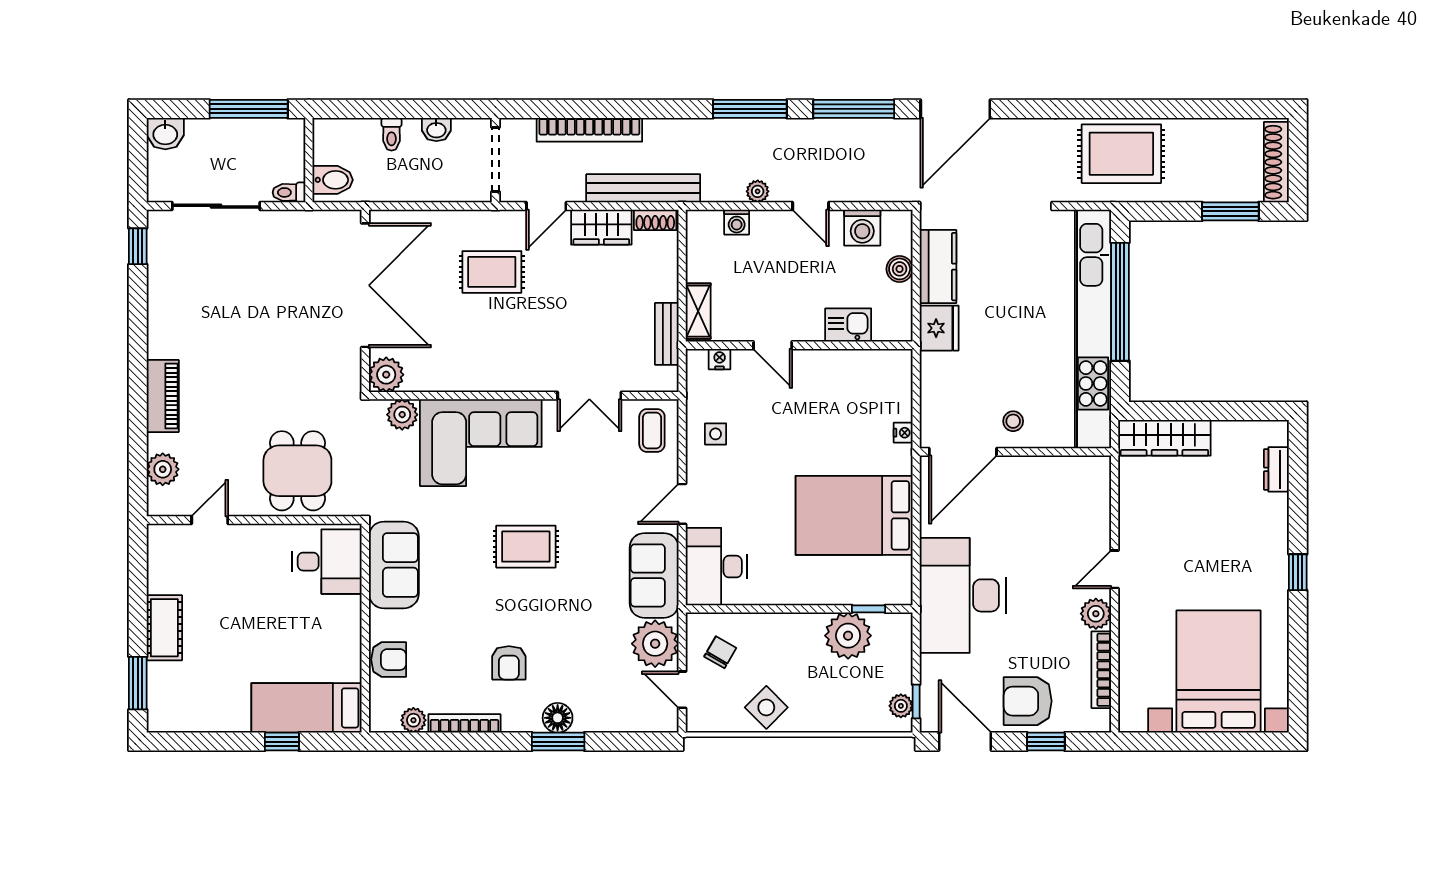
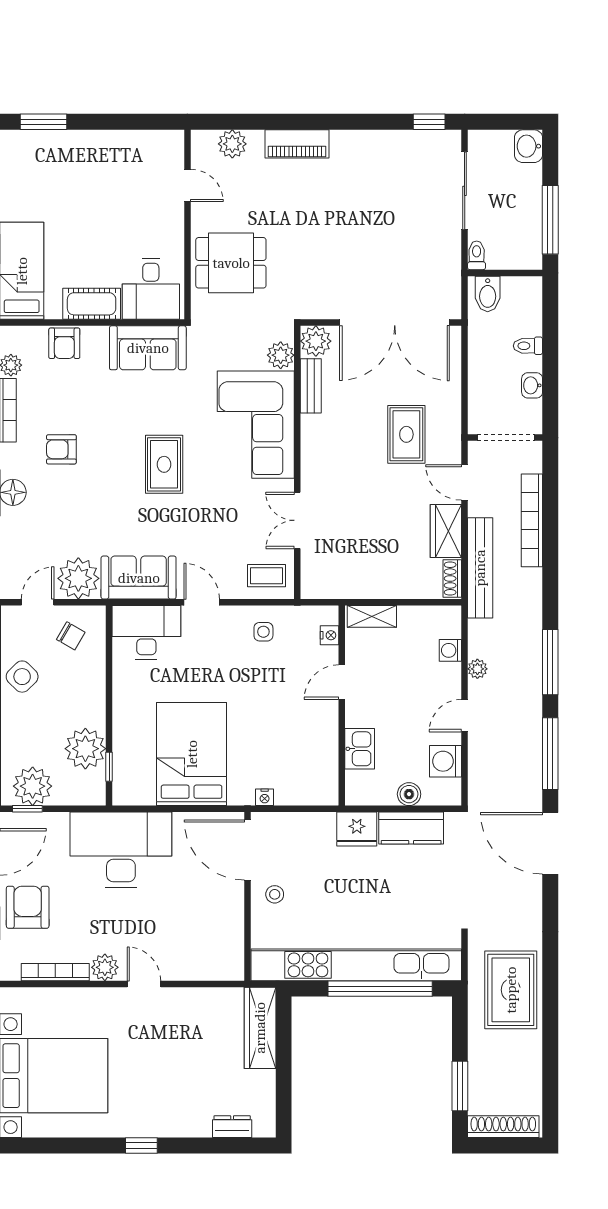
bench: (667, 334) -> (311, 386), moved, turned 90
cot: (164, 628) -> (92, 304), moved
plant: (901, 706) -> (33, 786), width x1.88, depth x1.88

